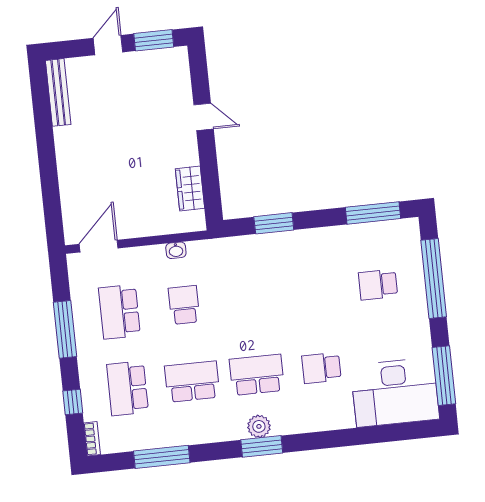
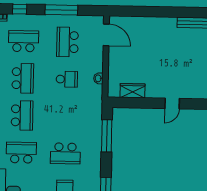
window: (274, 223) -> (107, 136), width x1.44
school desk: (313, 291) -> (65, 153), added
school desk: (119, 312) -> (68, 42), turned -90
school desk: (321, 368) -> (21, 153), width x1.85

